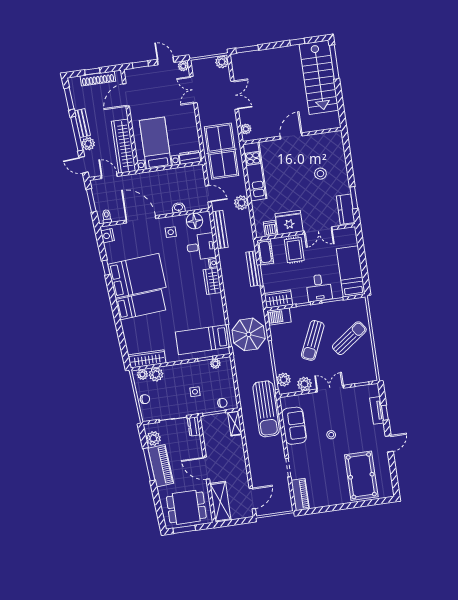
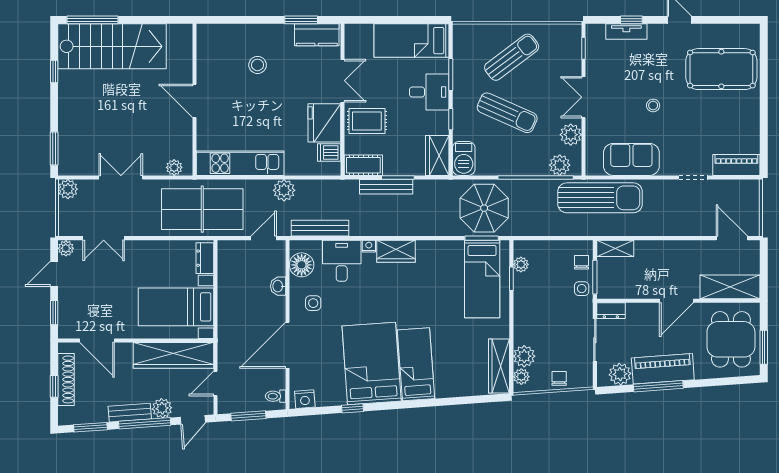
sun lounger: (349, 338) -> (512, 57), turned 89
side table: (195, 392) -> (582, 289), moved

